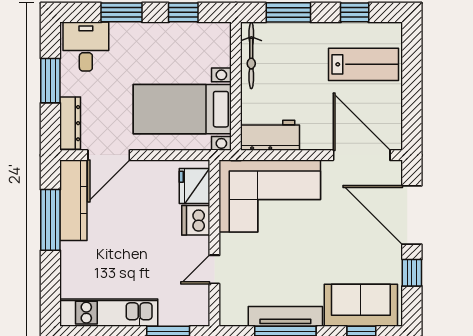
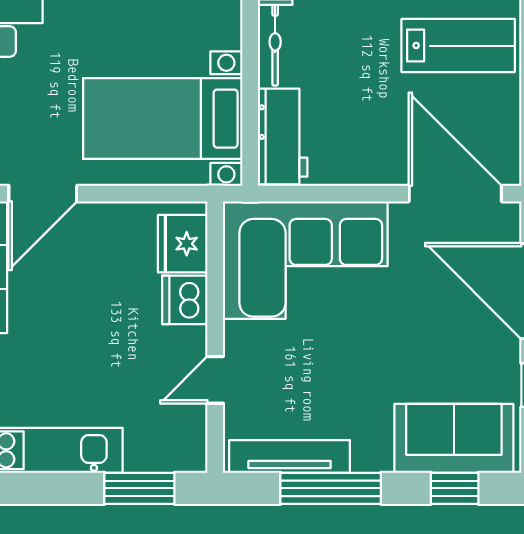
workbench: (270, 135) -> (283, 136), moved, turned 90
tv unit: (285, 316) -> (290, 456), moved

